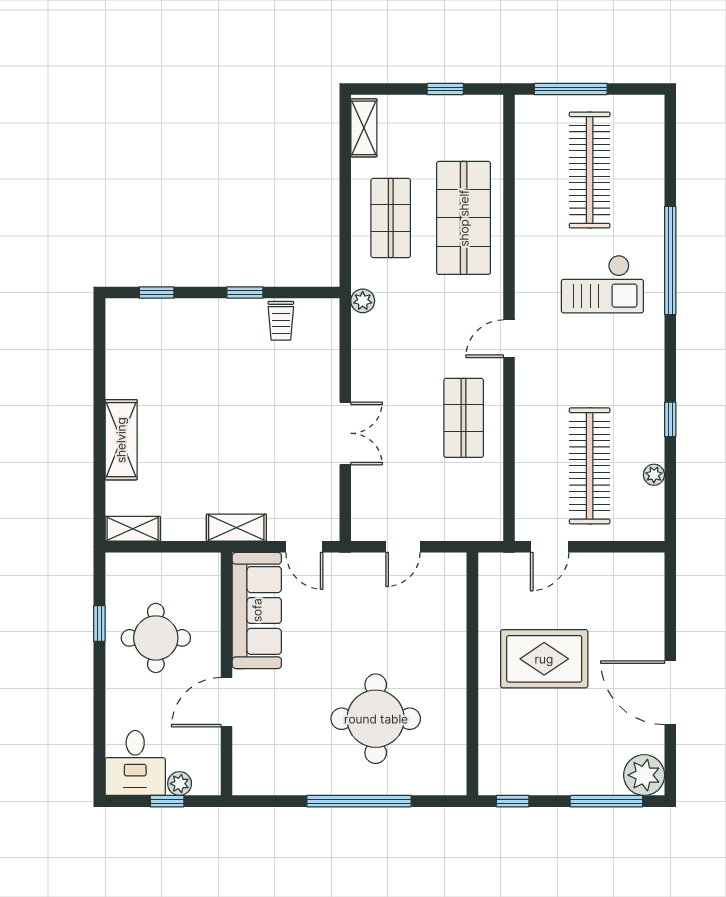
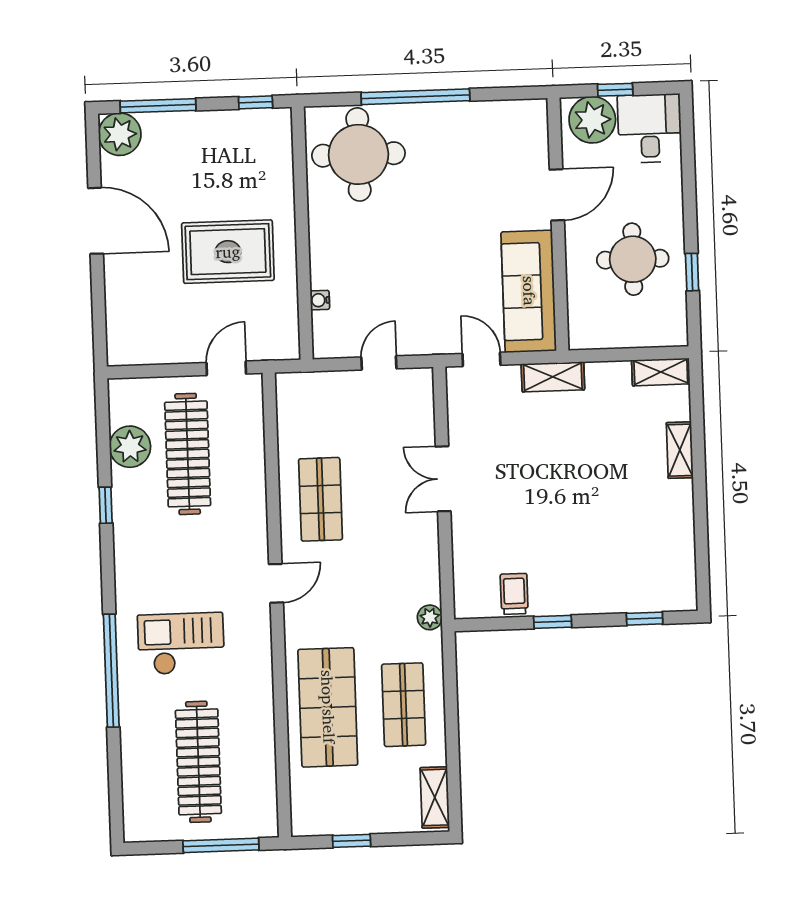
shelving: (121, 440) -> (680, 450), width x0.67, depth x0.75
plant: (654, 475) -> (130, 447), width x1.88, depth x1.88
water cooler: (458, 609) -> (320, 300), added
round table: (376, 719) -> (358, 154), moved
plant: (180, 784) -> (592, 120), width x1.87, depth x1.87

